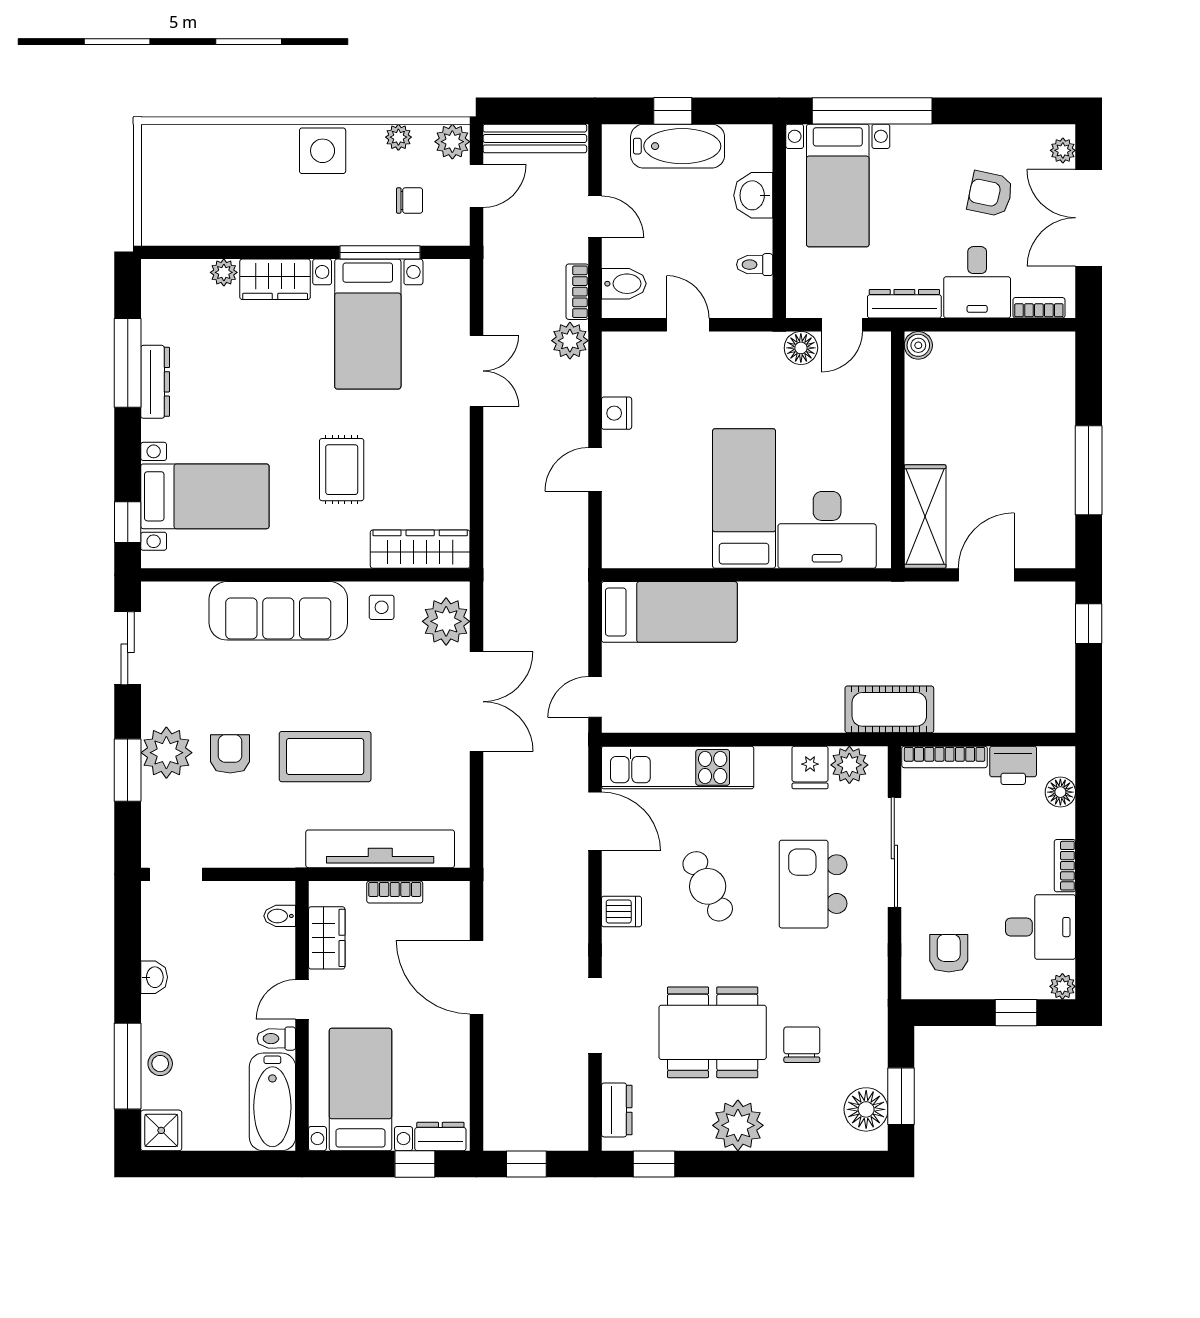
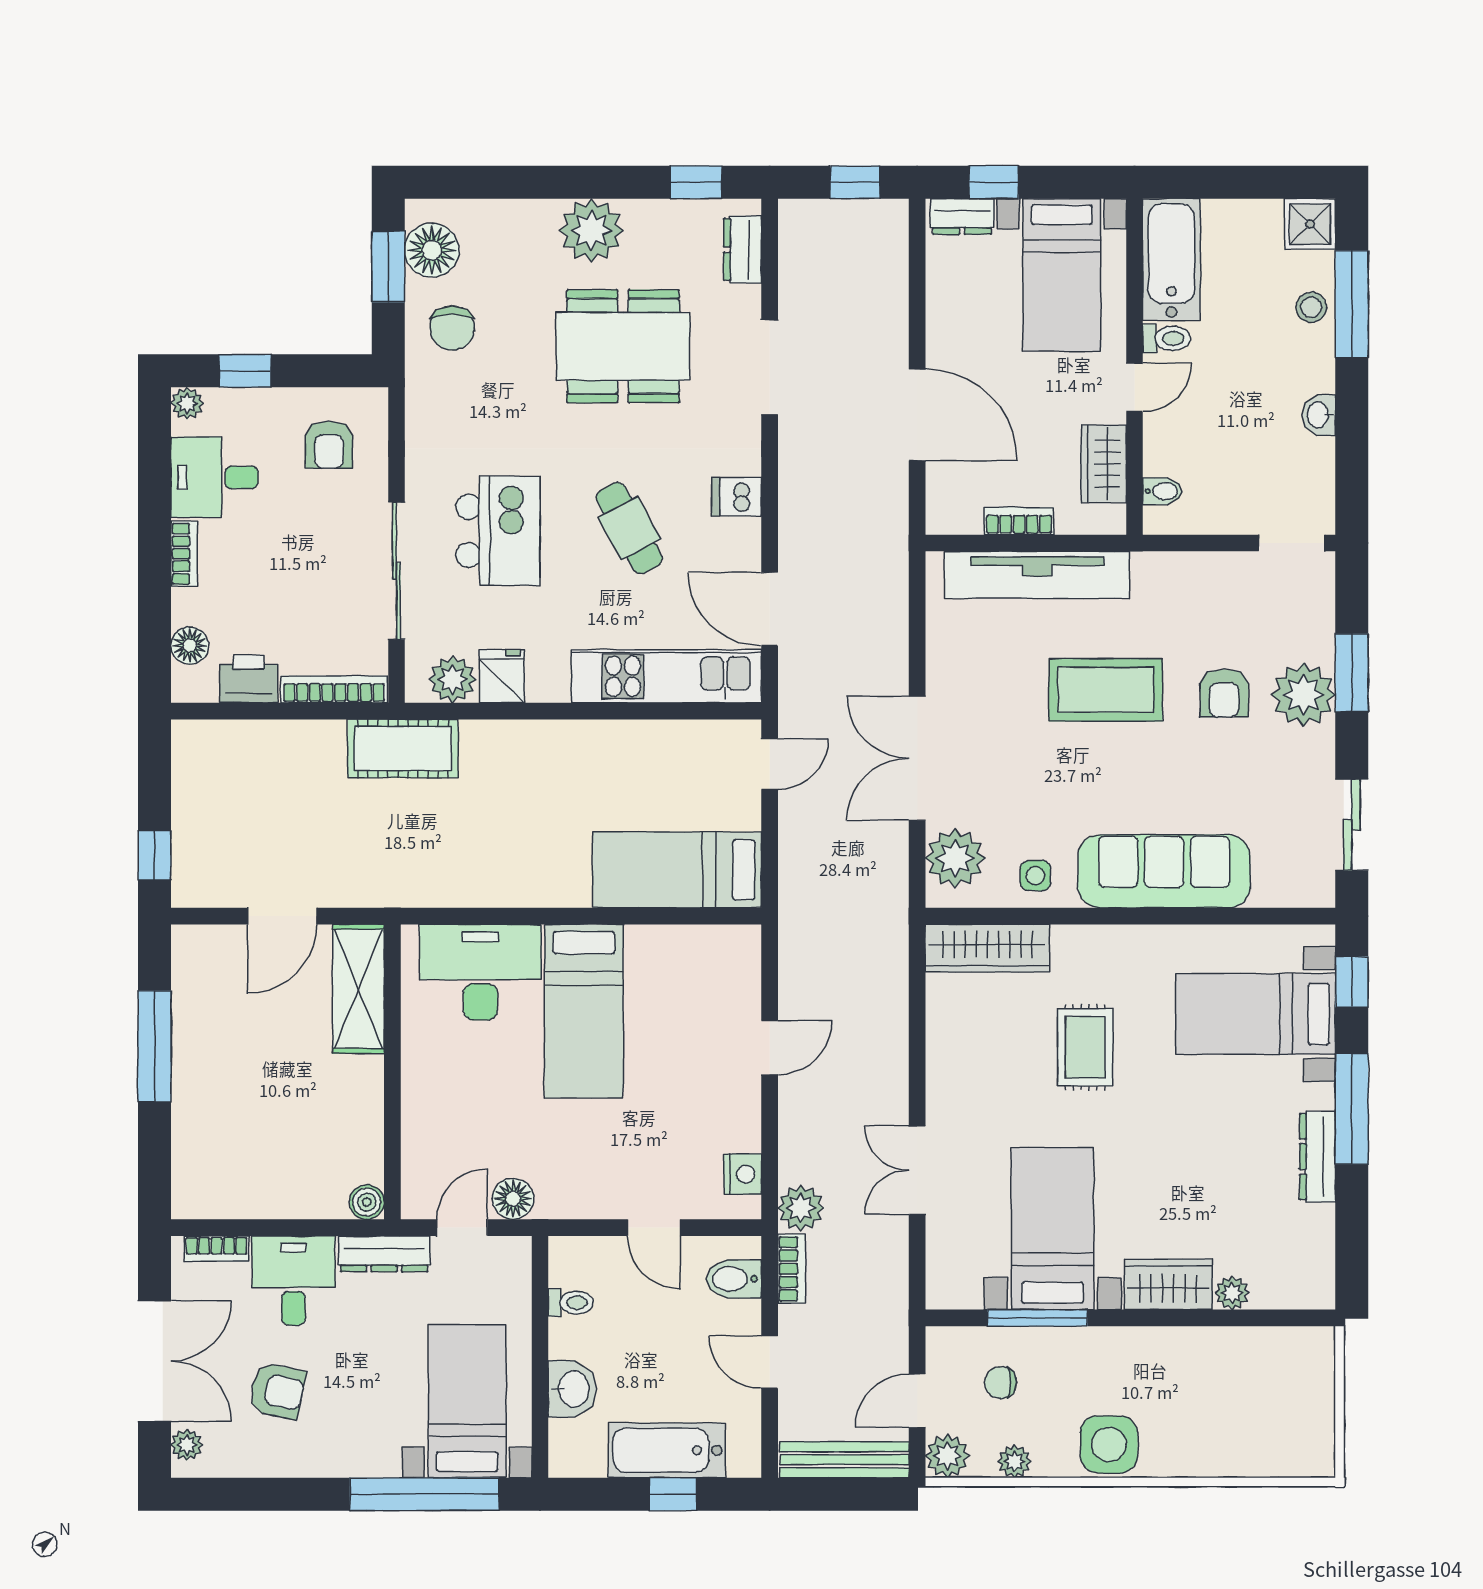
window: (128, 363) -> (1352, 1109), moved
nightstand: (617, 413) -> (743, 1174), moved
chair: (802, 1045) -> (452, 328), moved

